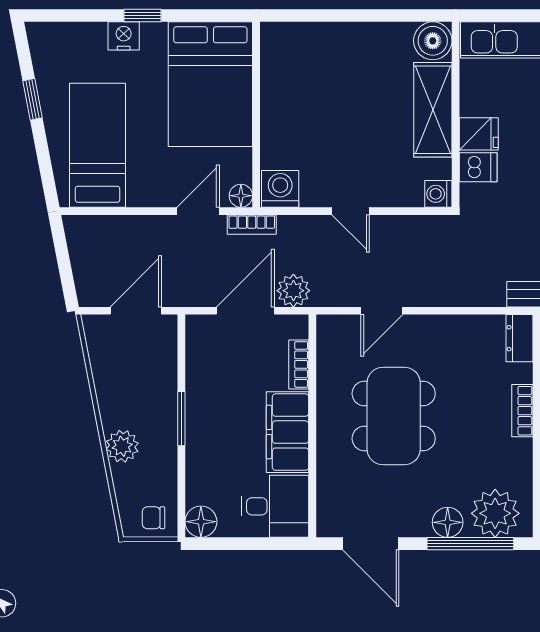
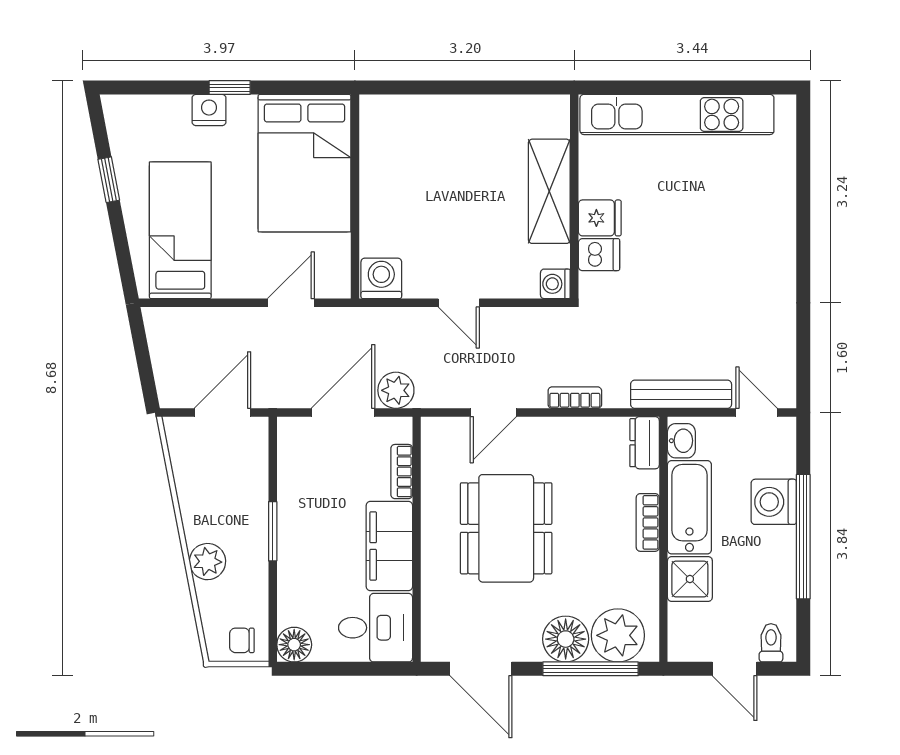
boiler: (433, 41) -> (549, 115), removed
floor lamp: (241, 196) -> (338, 286), removed
bookcase: (252, 225) -> (575, 398), moved, turned 180
floor lamp: (448, 522) -> (566, 639), width x1.38, depth x1.38

